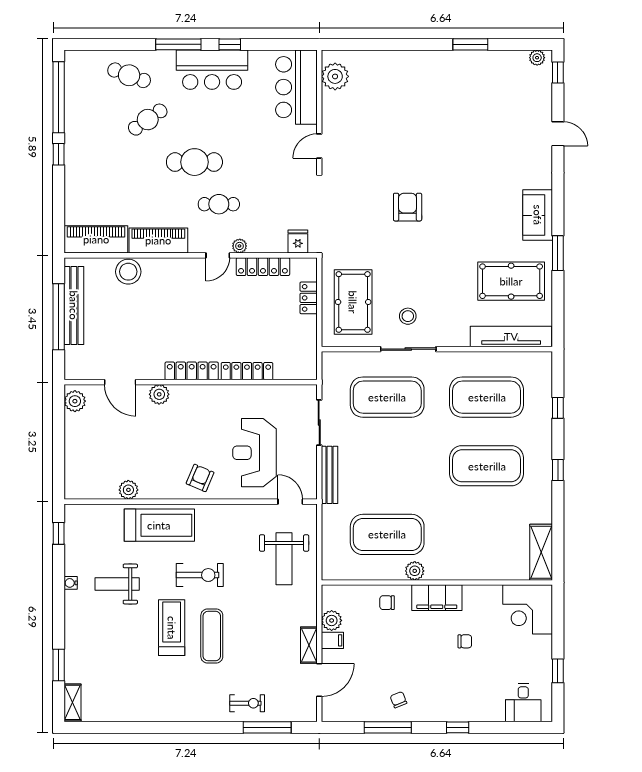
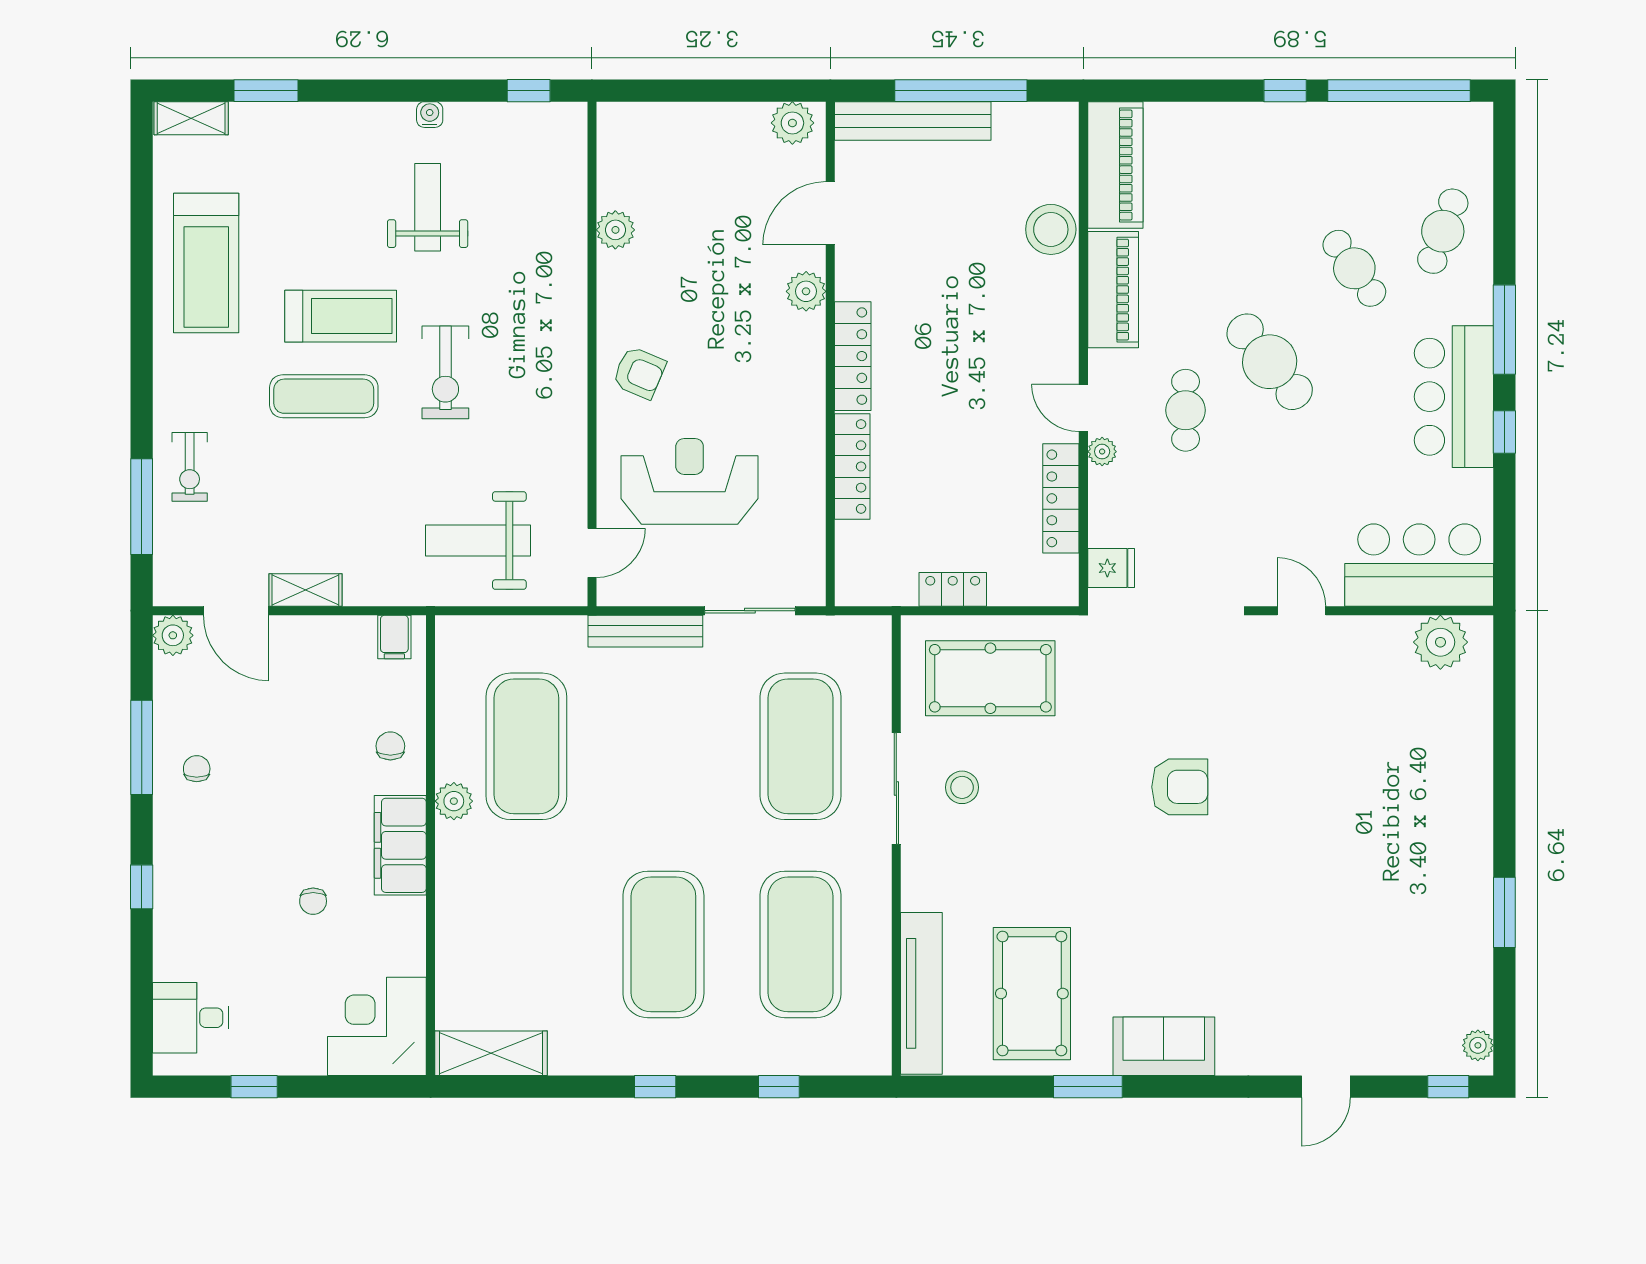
cafe table: (194, 162) -> (1270, 362), turned -39
locker: (309, 298) -> (953, 589), moved
bench: (74, 305) -> (913, 121), moved
treadmill: (159, 525) -> (206, 263), moved
plant: (332, 620) -> (173, 635), moved
filing cabinet: (332, 640) -> (394, 637), moved
chair: (398, 700) -> (197, 769), turned -68

